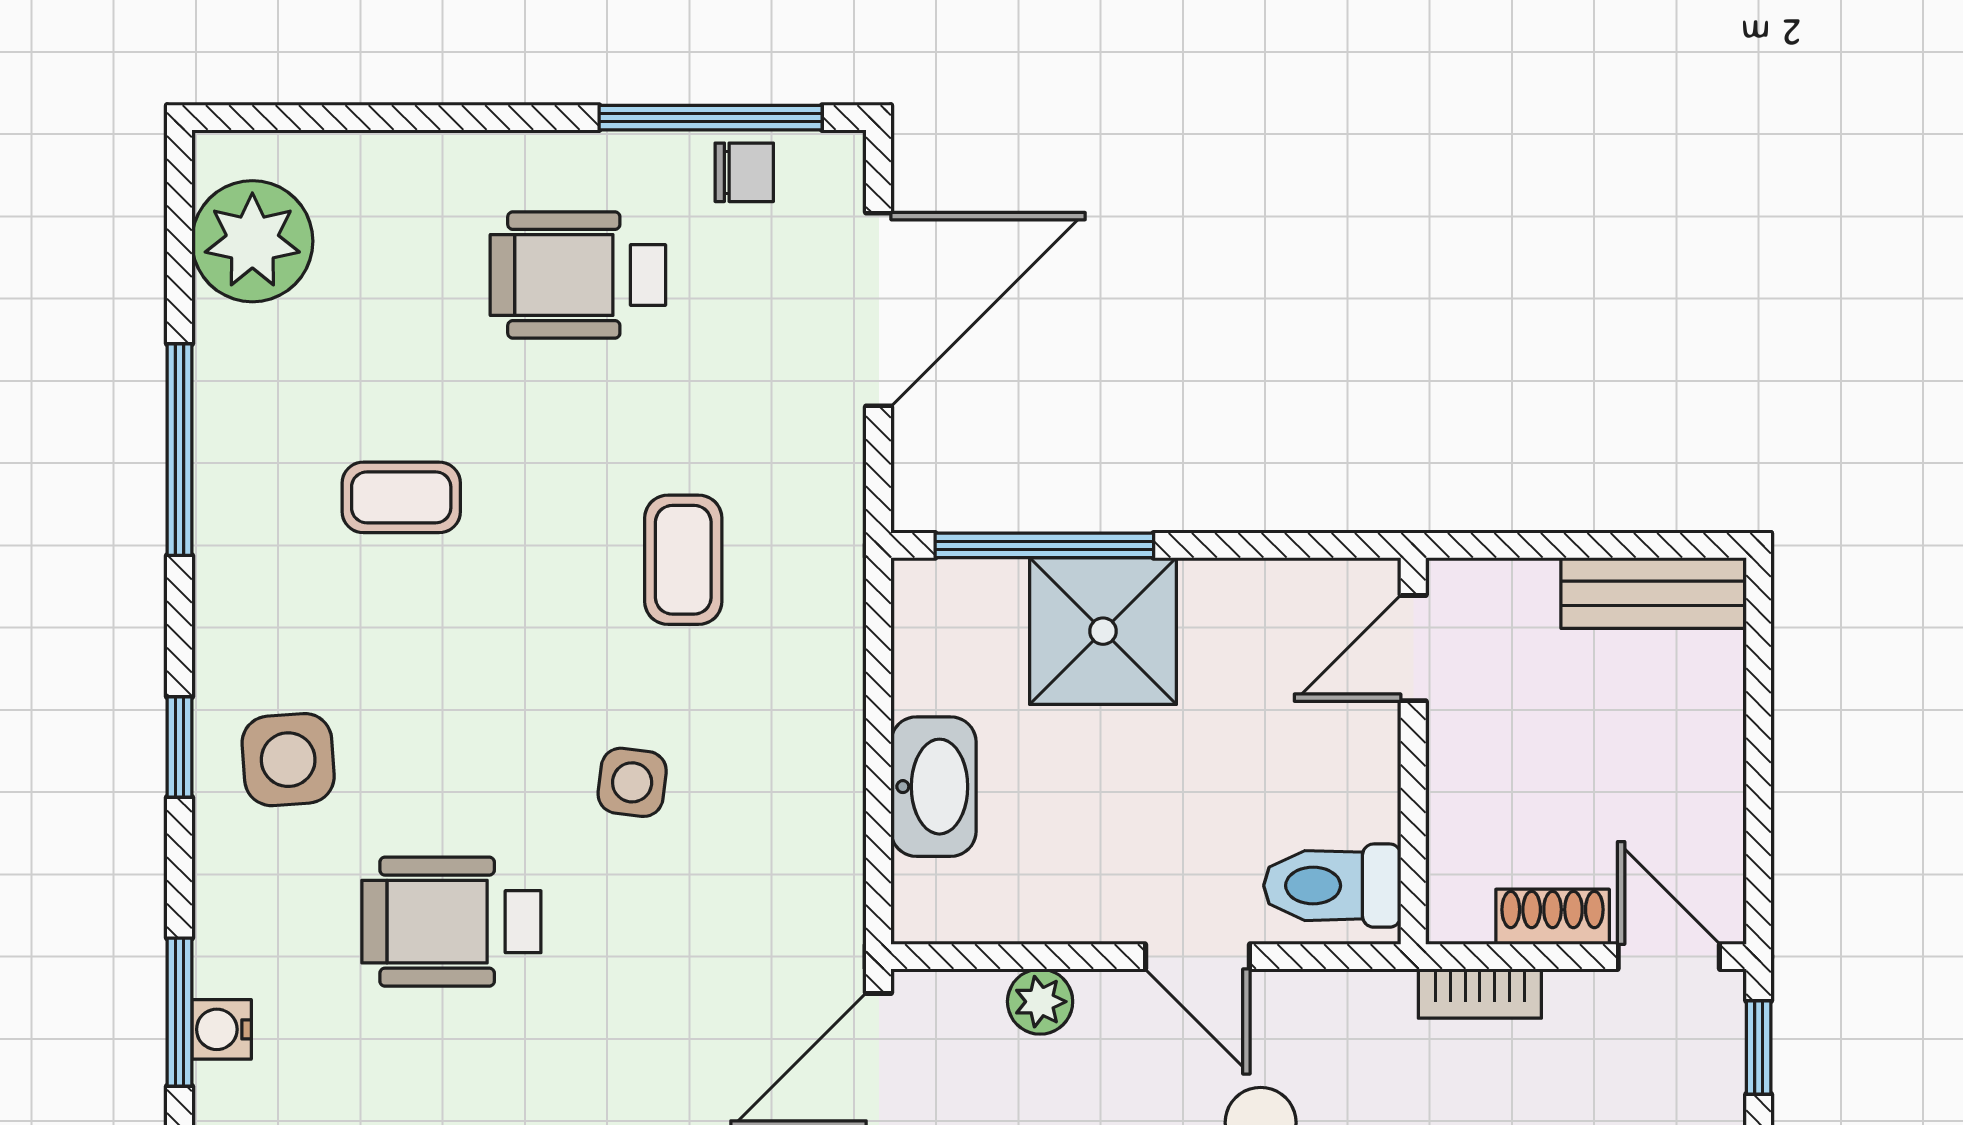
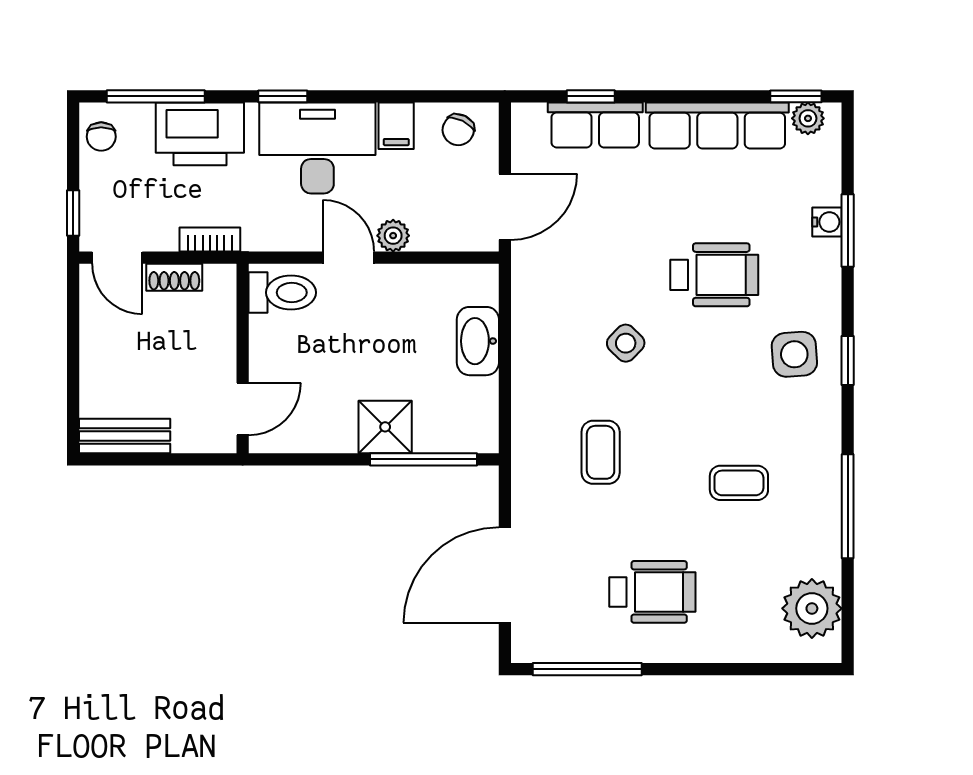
chair: (744, 172) -> (571, 642), removed
shower: (1103, 631) -> (385, 427), width x0.73, depth x0.73
side table: (632, 782) -> (626, 343), turned 37
plant: (1040, 1002) -> (393, 236), moved

